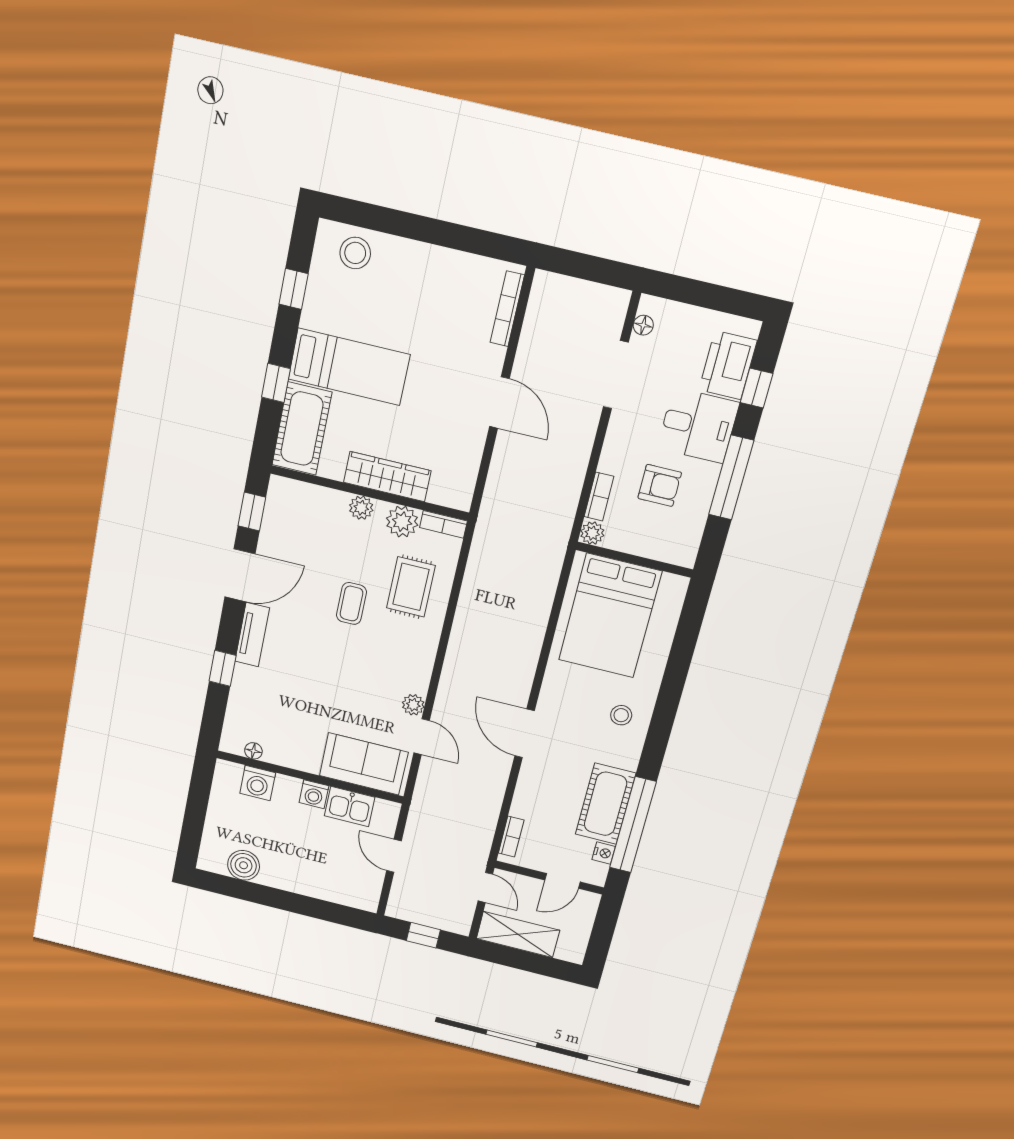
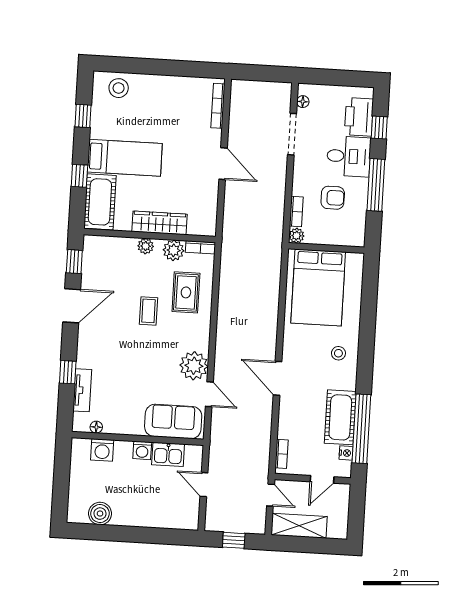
tv unit: (252, 635) -> (82, 390), moved
plant: (413, 705) -> (194, 366), width x1.87, depth x1.87

